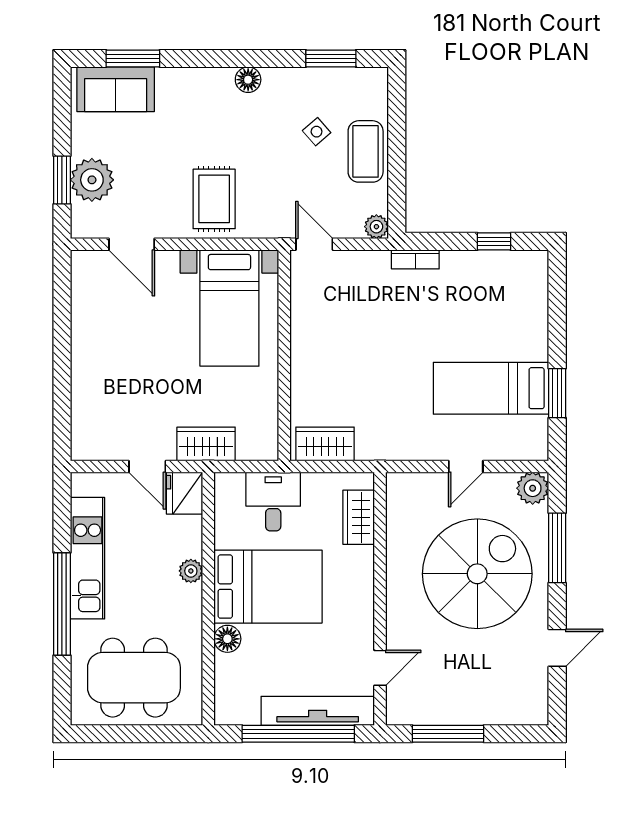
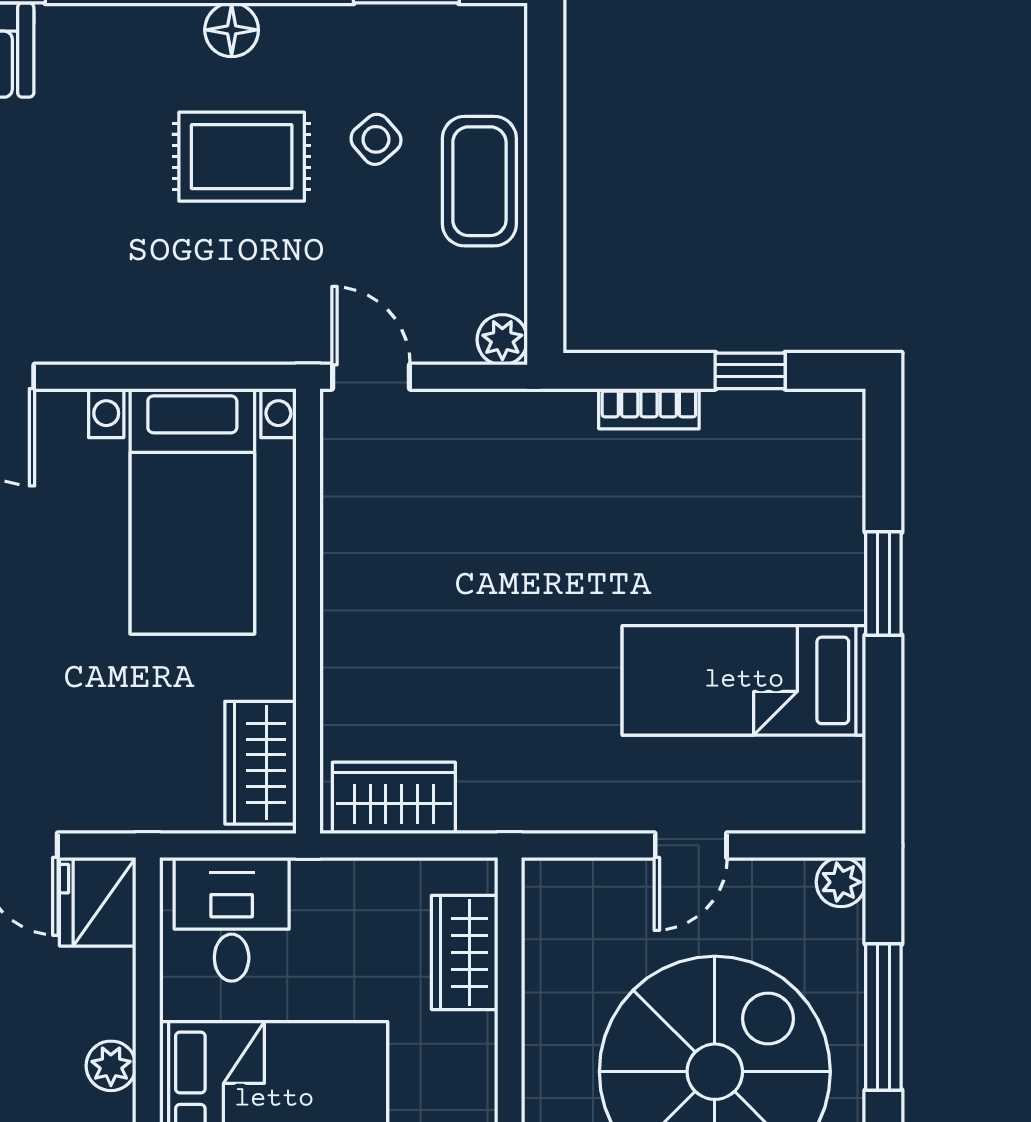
rug: (214, 199) -> (242, 157), moved, turned 90
bookcase: (415, 259) -> (649, 409), moved
window: (557, 393) -> (883, 584), moved
wardrobe: (206, 444) -> (260, 763), moved, turned -90
plant: (533, 488) -> (841, 882), width x0.73, depth x0.73
desk: (273, 501) -> (232, 919), moved

